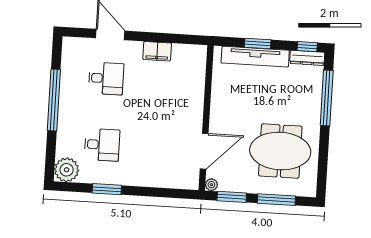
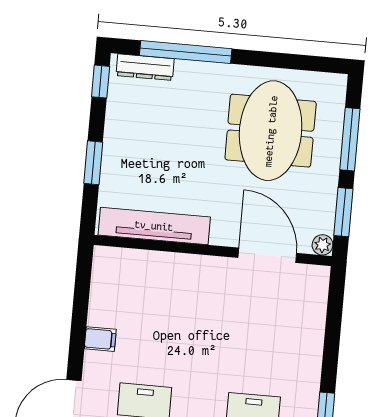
filing cabinet: (157, 51) -> (100, 339), width x0.50
tv unit: (255, 57) -> (154, 226), moved, turned -90
dresser: (307, 58) -> (145, 67), moved, turned 90

